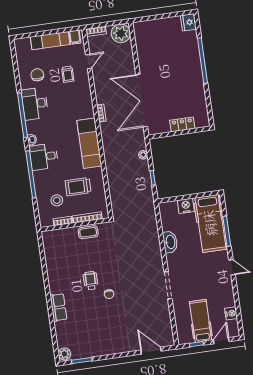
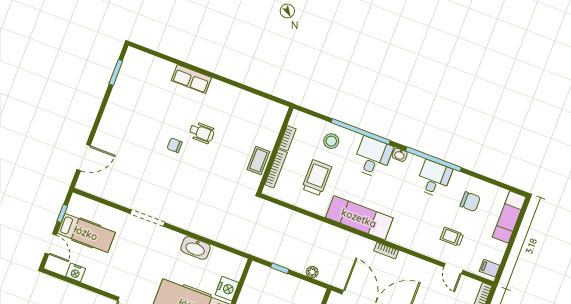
exam couch: (50, 41) -> (509, 217), moved
desk: (35, 104) -> (434, 179), width x0.73
stool: (57, 200) -> (331, 141), moved
plant: (64, 354) -> (134, 57), removed

